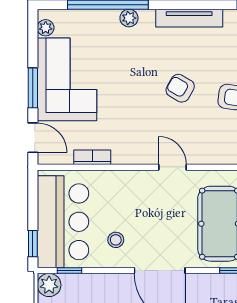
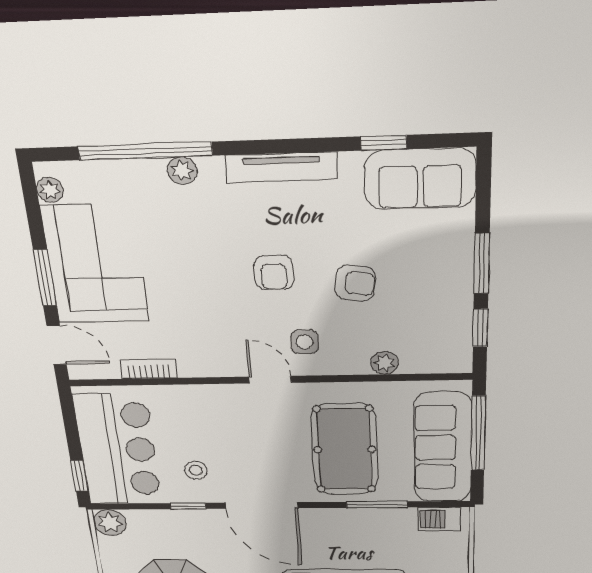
armchair: (180, 88) -> (274, 272), turned -120
side table: (197, 139) -> (305, 342), added
window: (70, 271) -> (188, 506), moved

